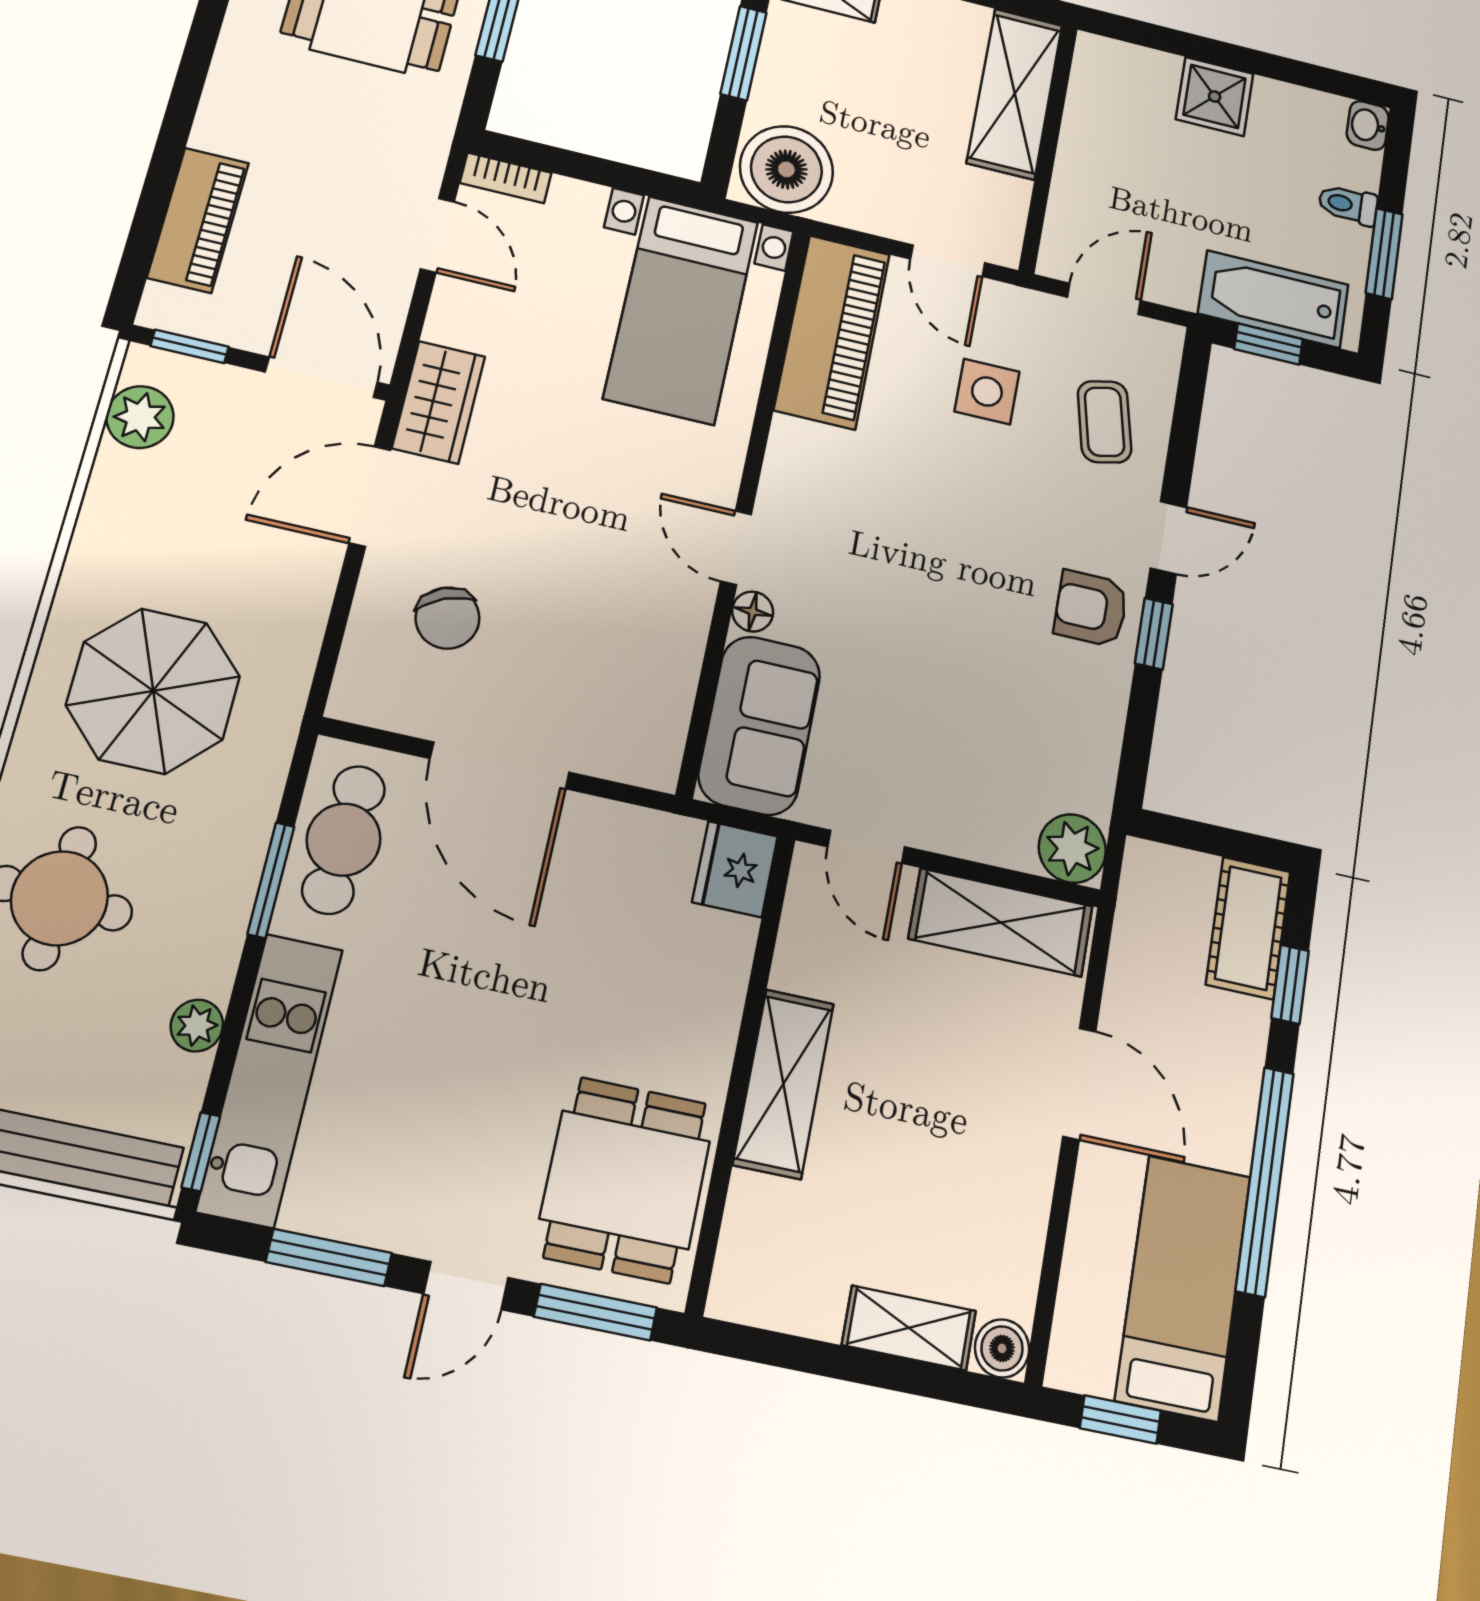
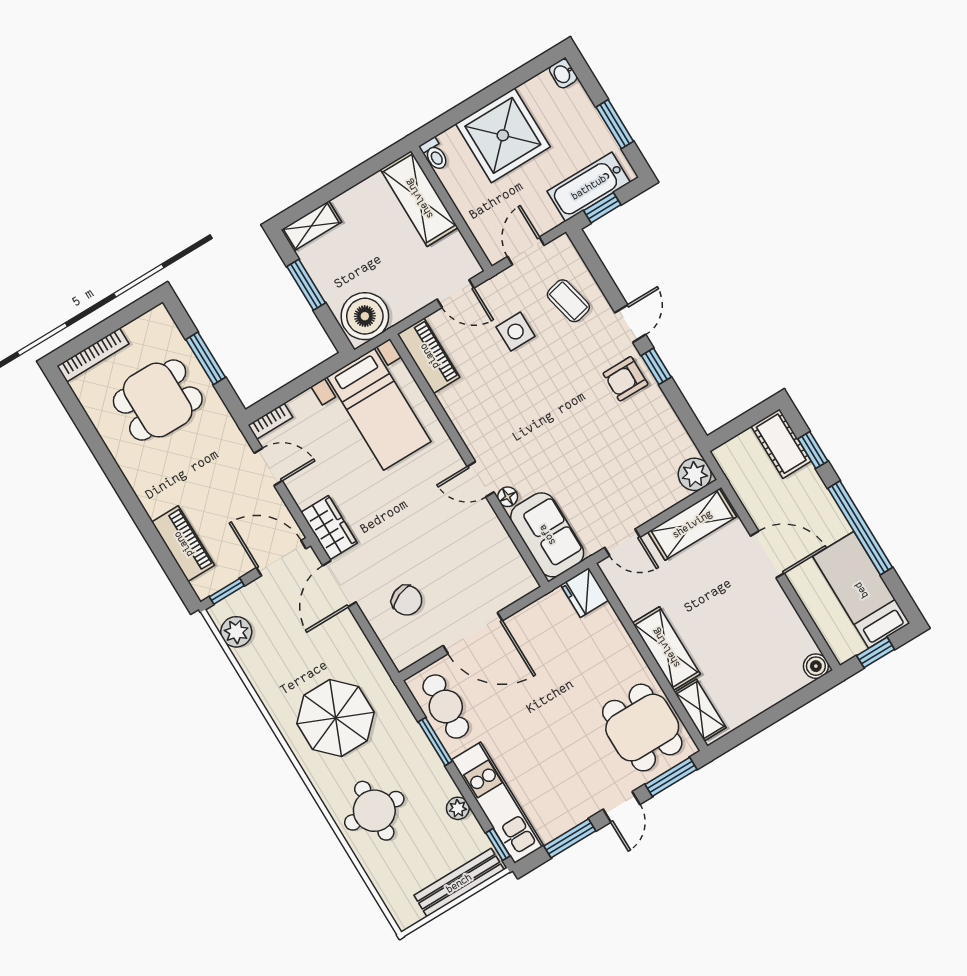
shower: (1215, 96) -> (503, 135), width x1.86, depth x1.86
toilet: (1348, 205) -> (434, 154), moved, turned -90
piano: (832, 332) -> (429, 356), width x0.73, depth x0.75
shelving: (909, 1328) -> (700, 710), moved, turned 90

